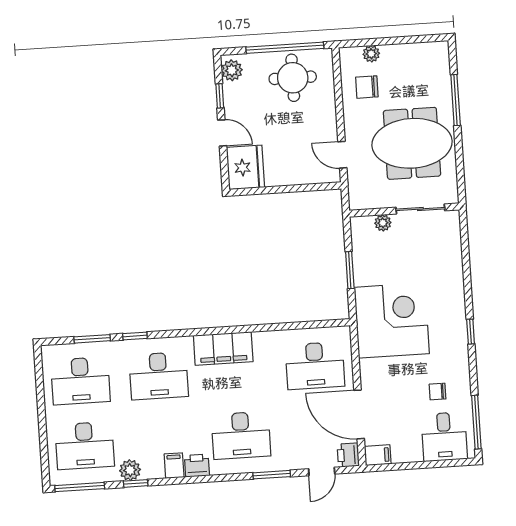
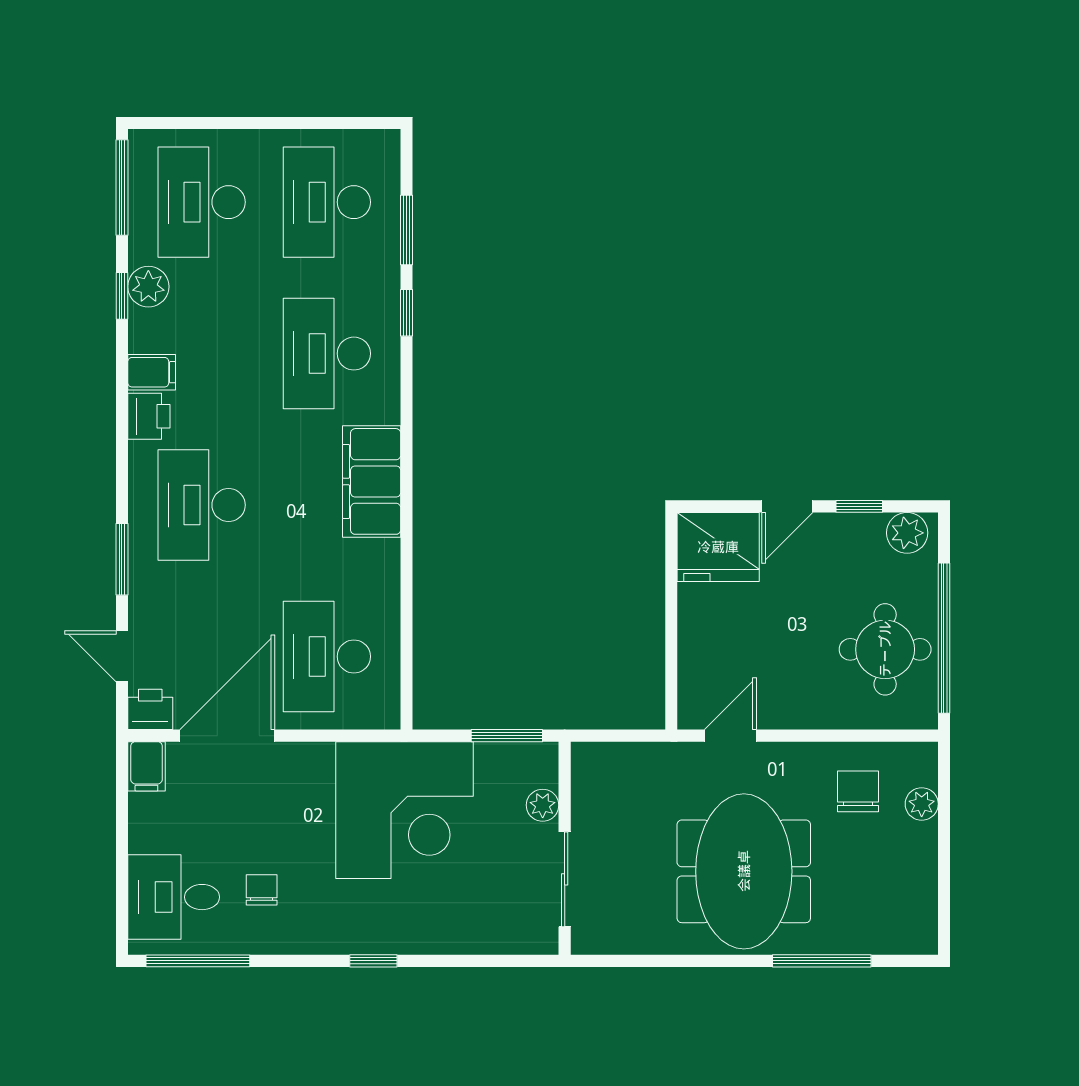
sliding door: (420, 209) -> (565, 879), moved
wall: (404, 210) -> (565, 848), moved
plant: (383, 223) -> (543, 805), moved

